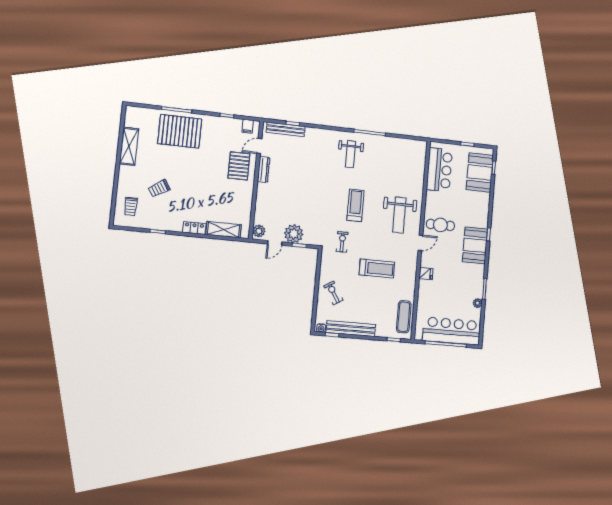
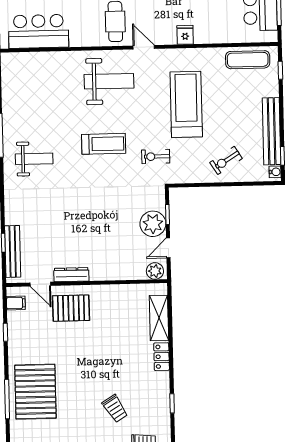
treadmill: (355, 205) -> (104, 144), turned 180
door: (275, 243) -> (168, 248), swing flipped
treadmill: (377, 269) -> (186, 104), width x1.37, depth x1.38

